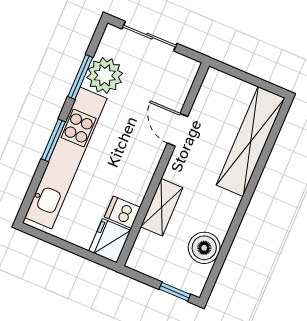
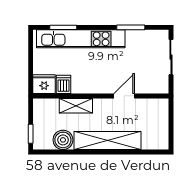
plant: (105, 75) -> (138, 41), removed
window: (53, 140) -> (63, 27), moved
shelving: (251, 141) -> (108, 141), moved

